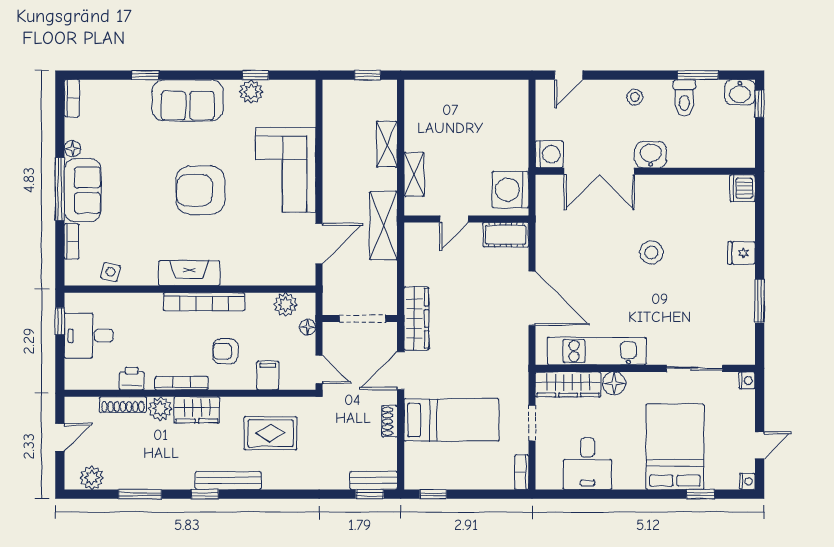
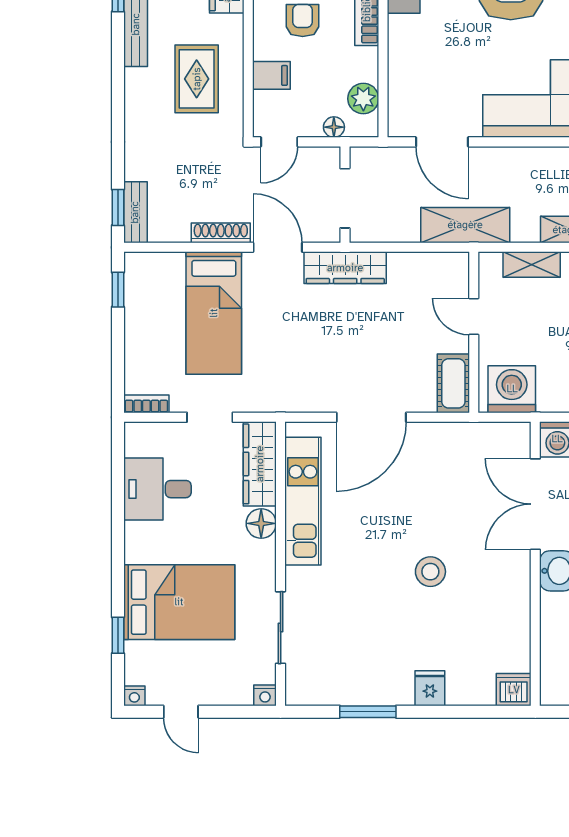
shoe rack: (389, 421) -> (221, 233), width x1.43

